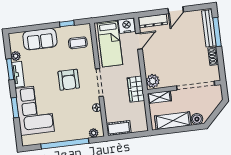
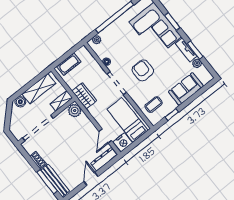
cot: (119, 128) -> (69, 64), moved

